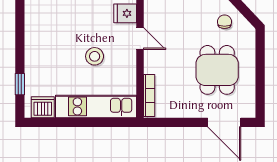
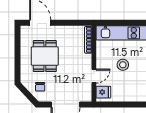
door: (140, 39) -> (94, 76), swing flipped

